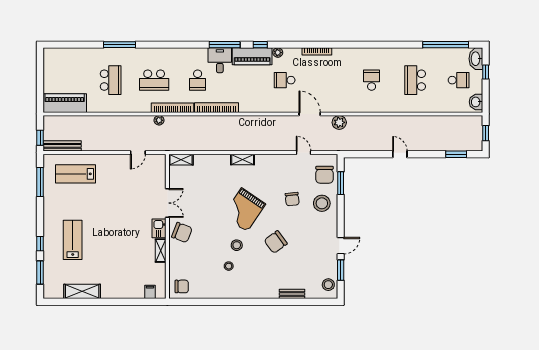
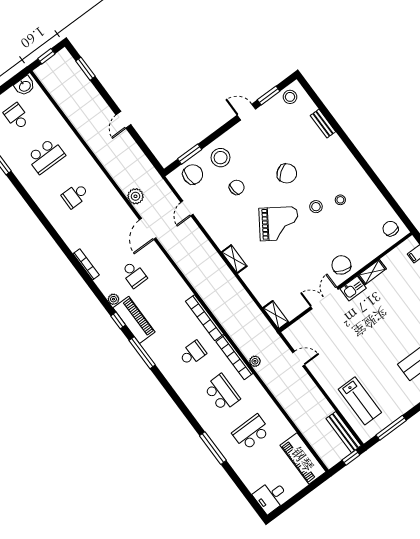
desk: (220, 60) -> (271, 496), moved

